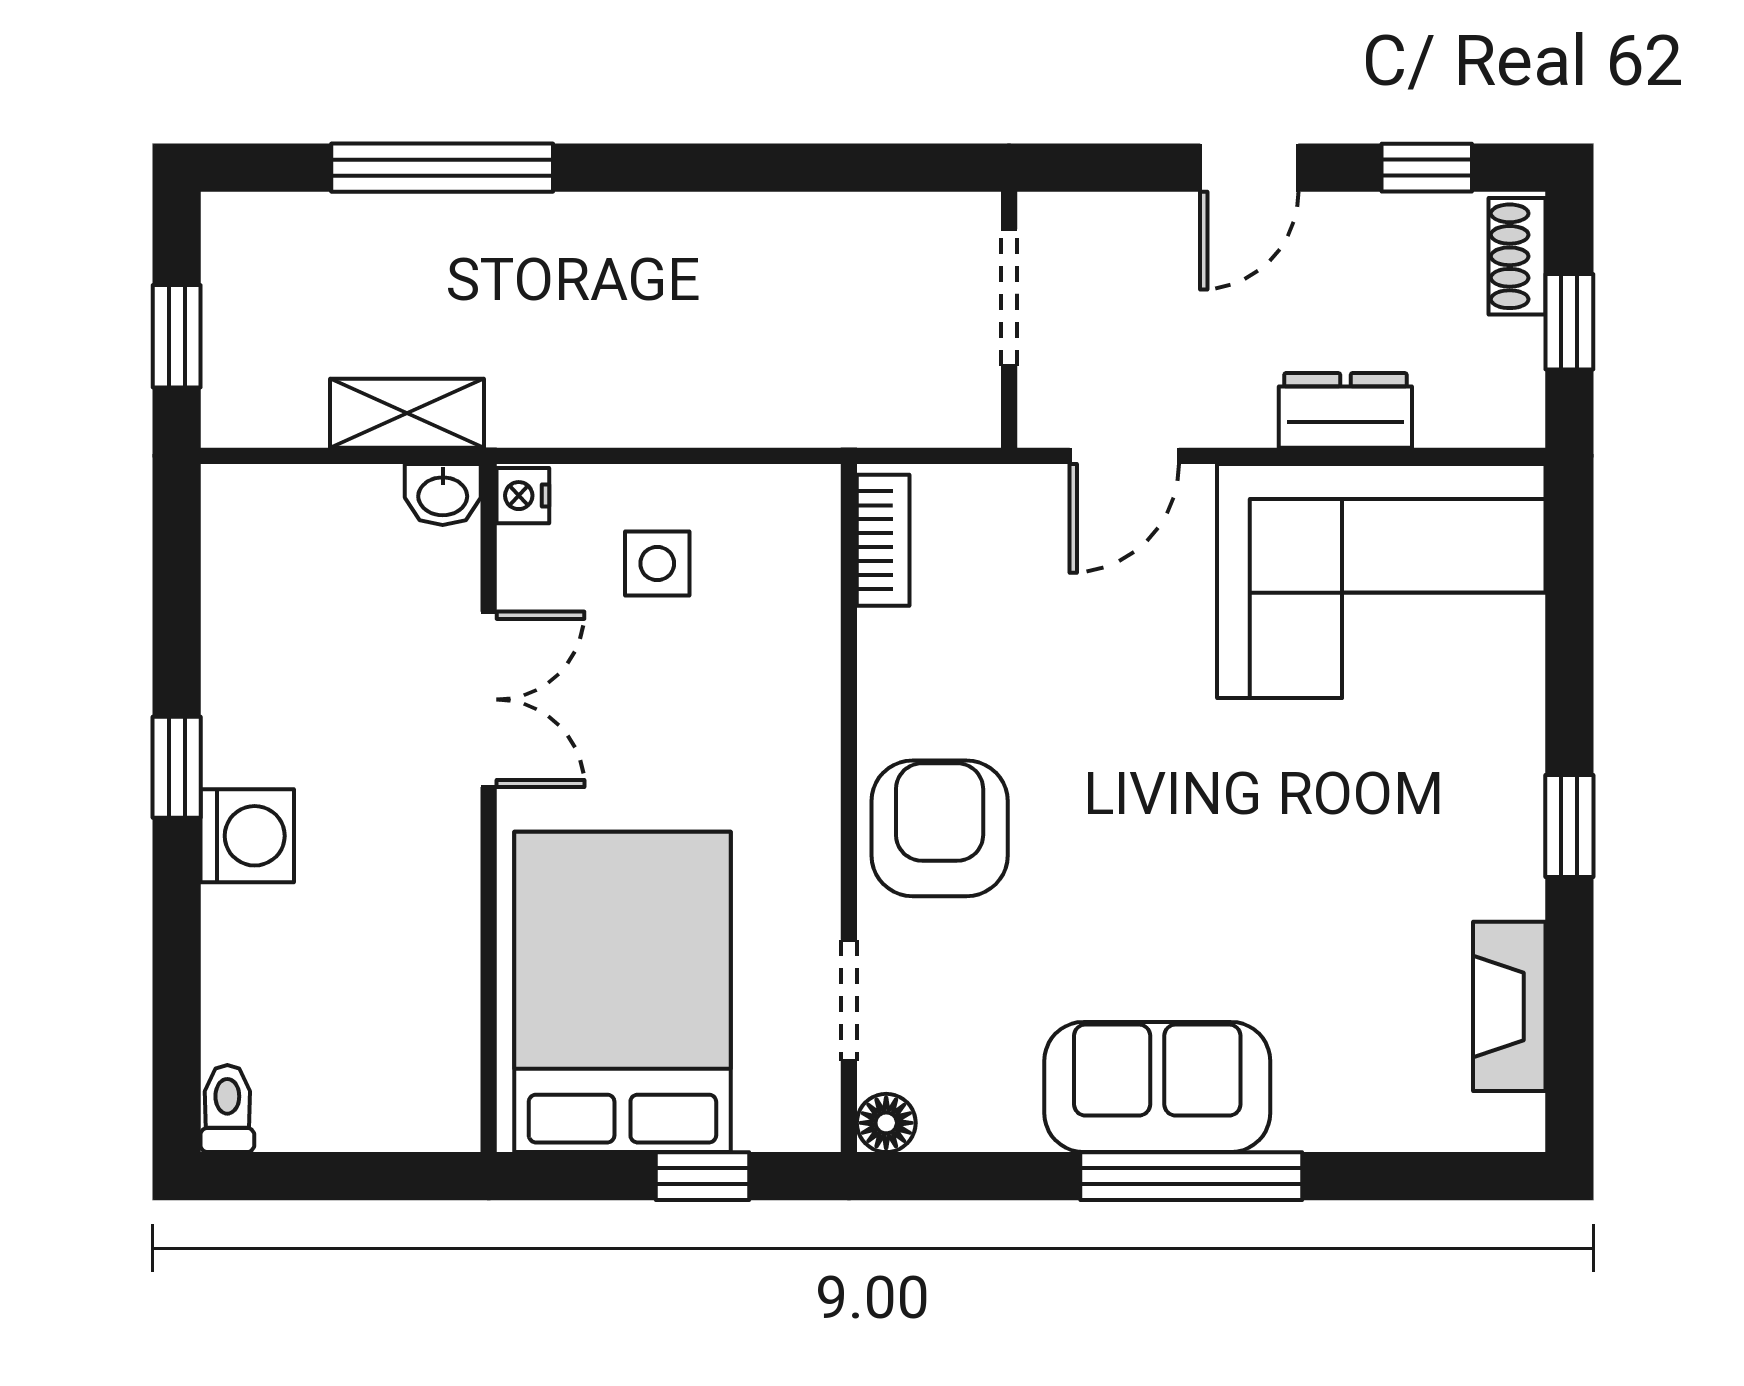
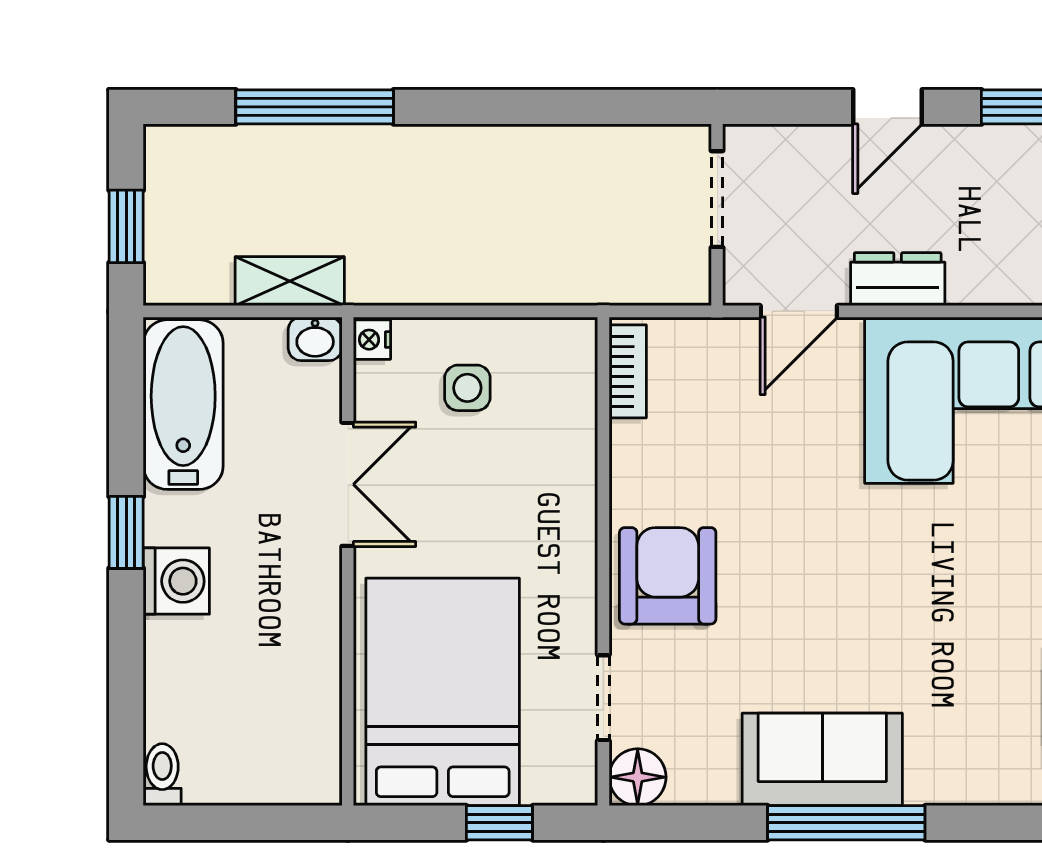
dresser: (1345, 410) -> (898, 279), moved
bathtub: (257, 587) -> (183, 405), added
floor lamp: (886, 1123) -> (638, 777), width x1.37, depth x1.37

